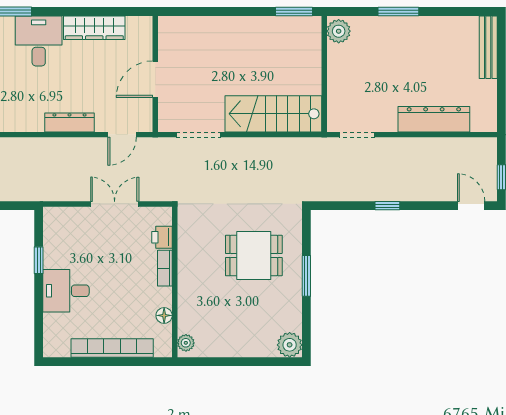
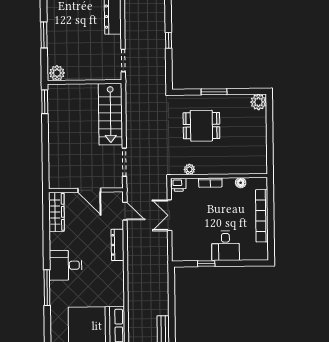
wardrobe: (94, 28) -> (56, 212), moved
printer: (162, 237) -> (179, 185), moved
dining table: (254, 255) -> (201, 126), turned 90
plant: (186, 343) -> (189, 169), moved

